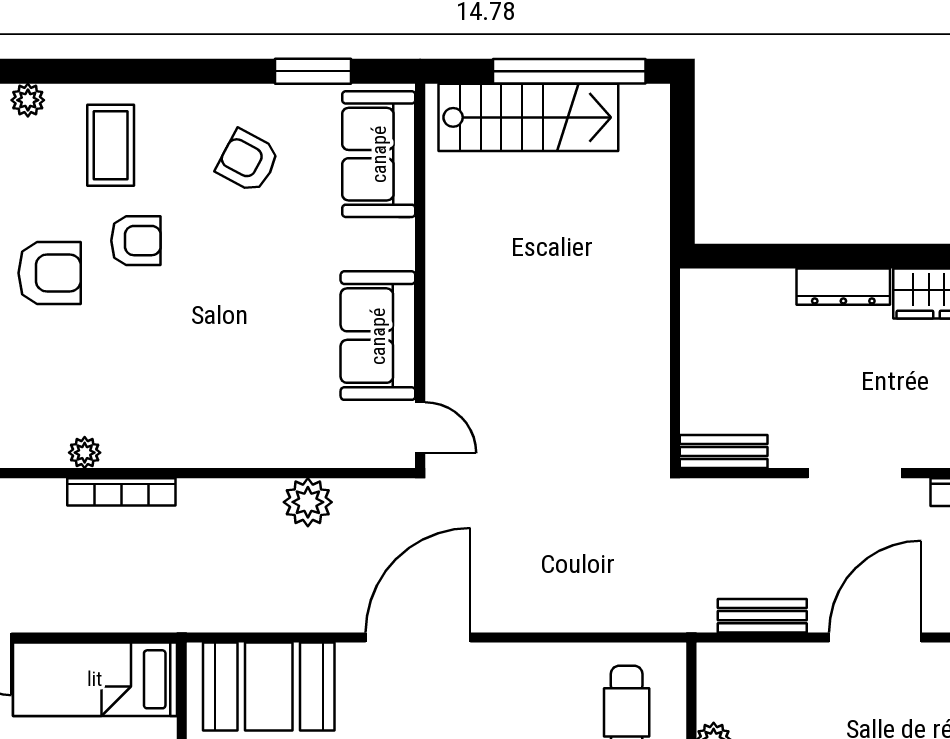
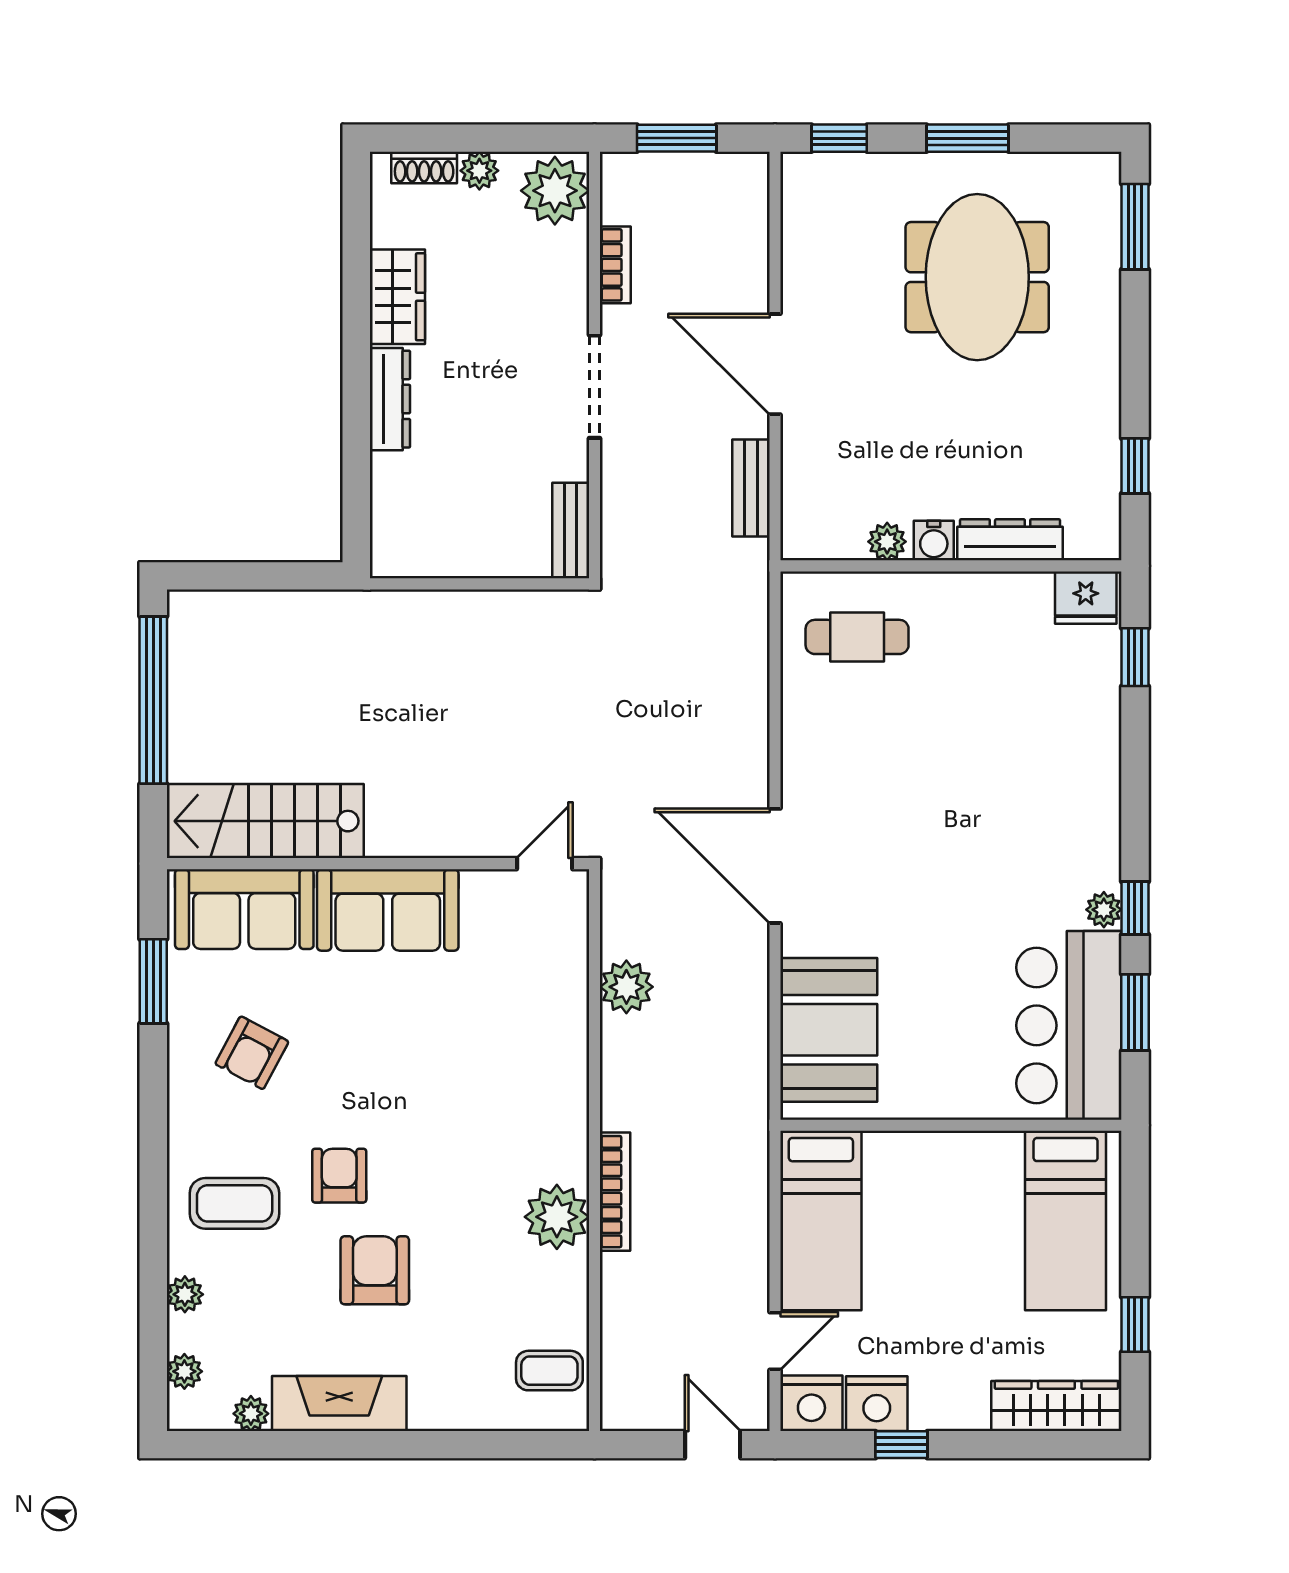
stairs: (528, 117) -> (265, 821), moved, turned -90
sofa: (378, 336) -> (388, 910), moved
plant: (85, 453) -> (557, 1217), width x1.88, depth x1.88

